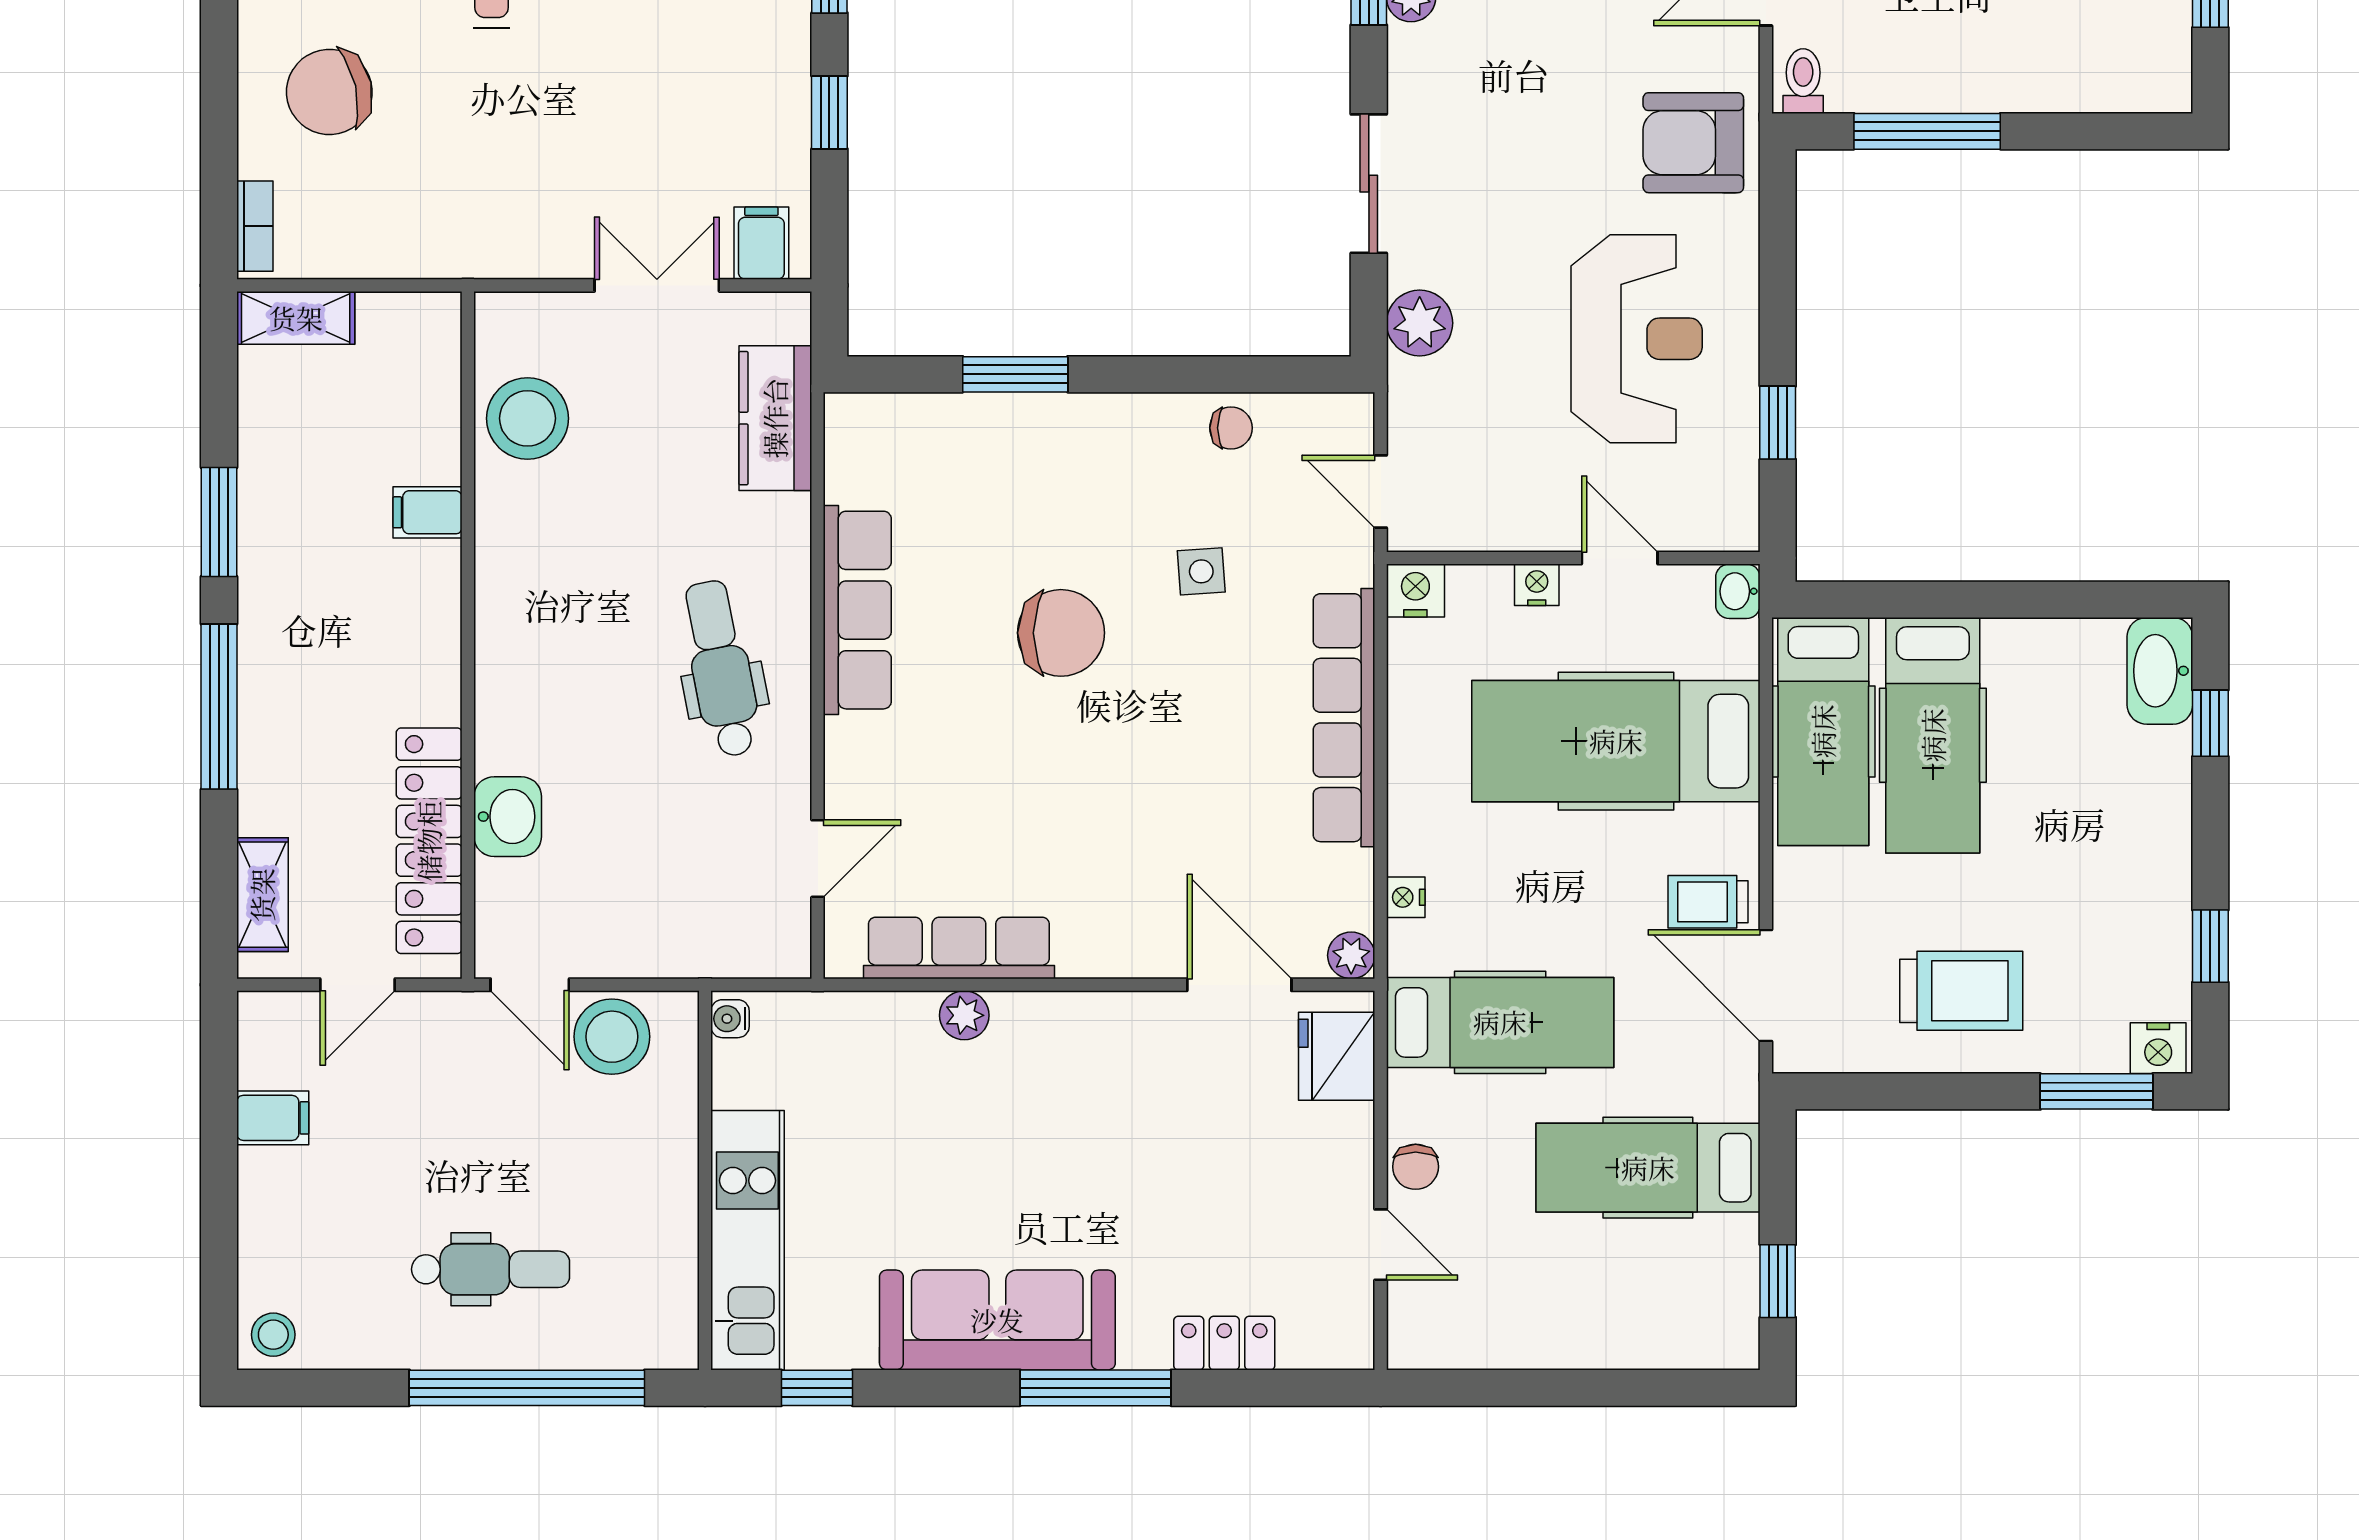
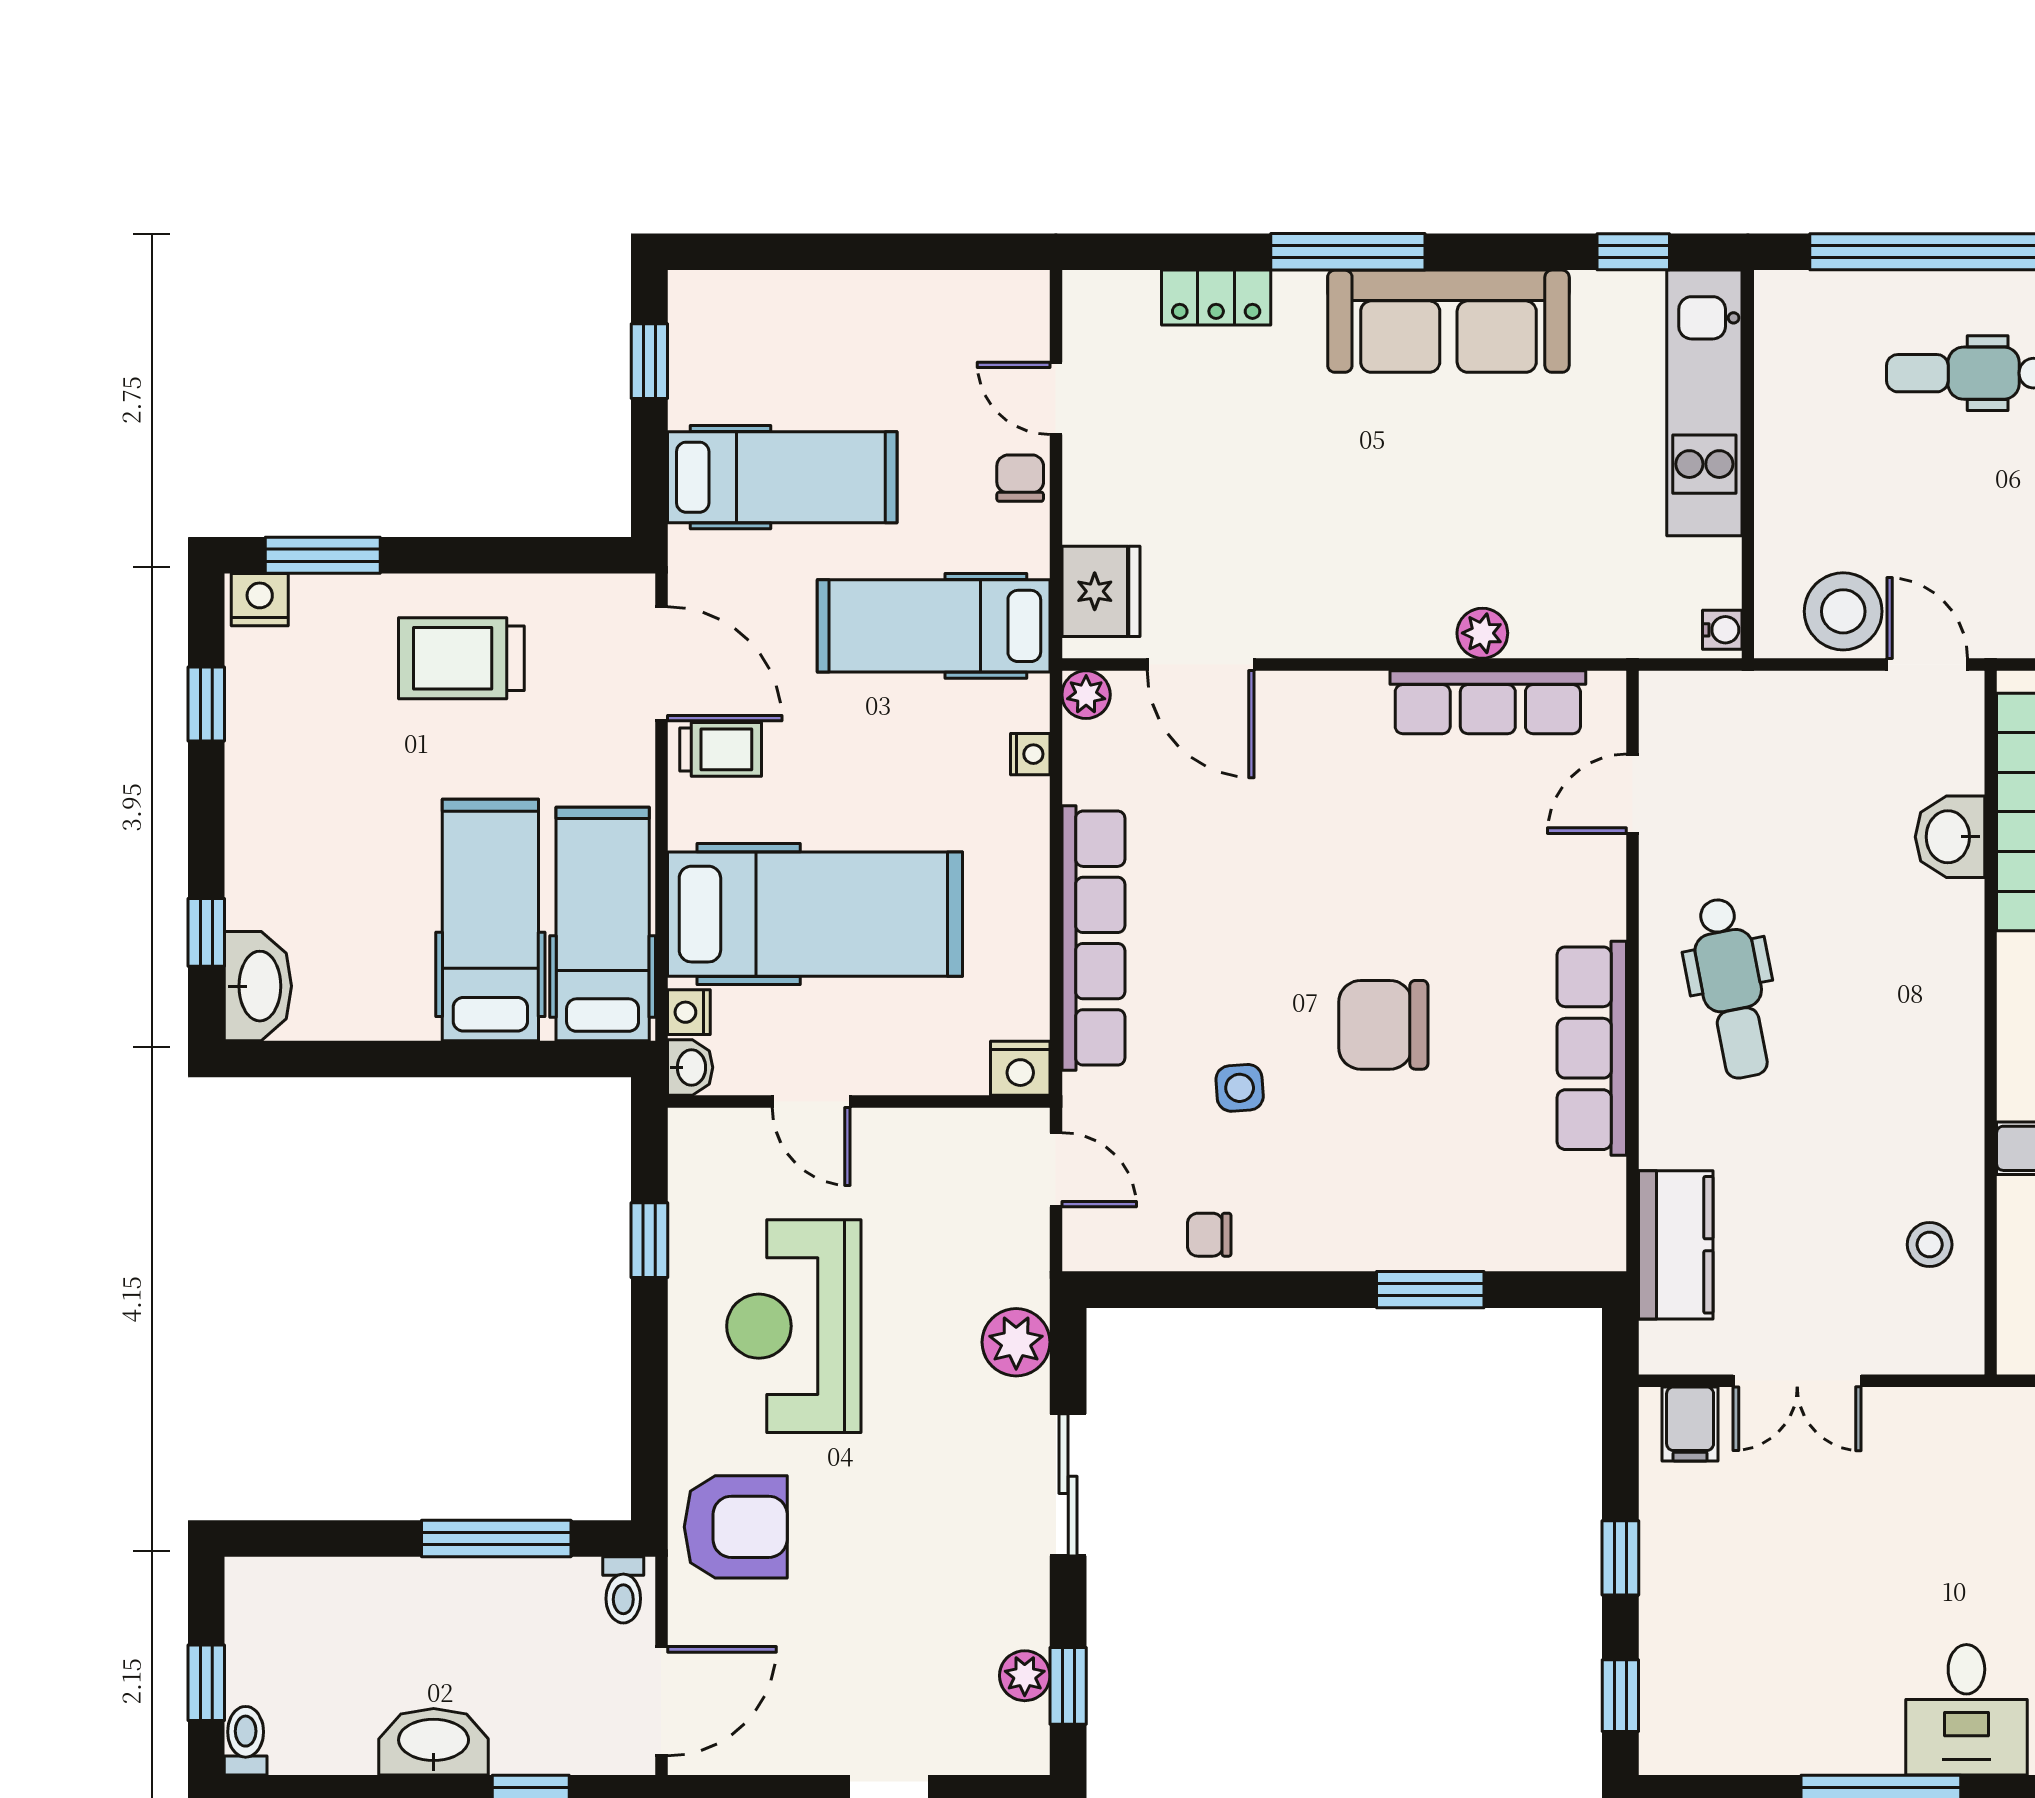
stool: (528, 418) -> (1930, 1245), width x0.53, depth x0.53
nightstand: (1537, 585) -> (689, 1012), moved, turned 90

